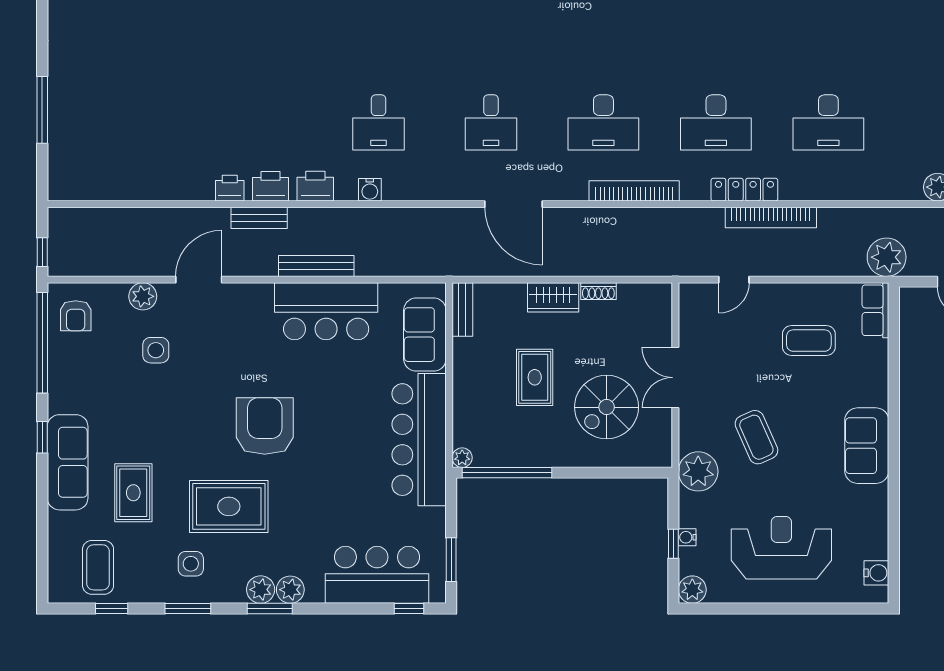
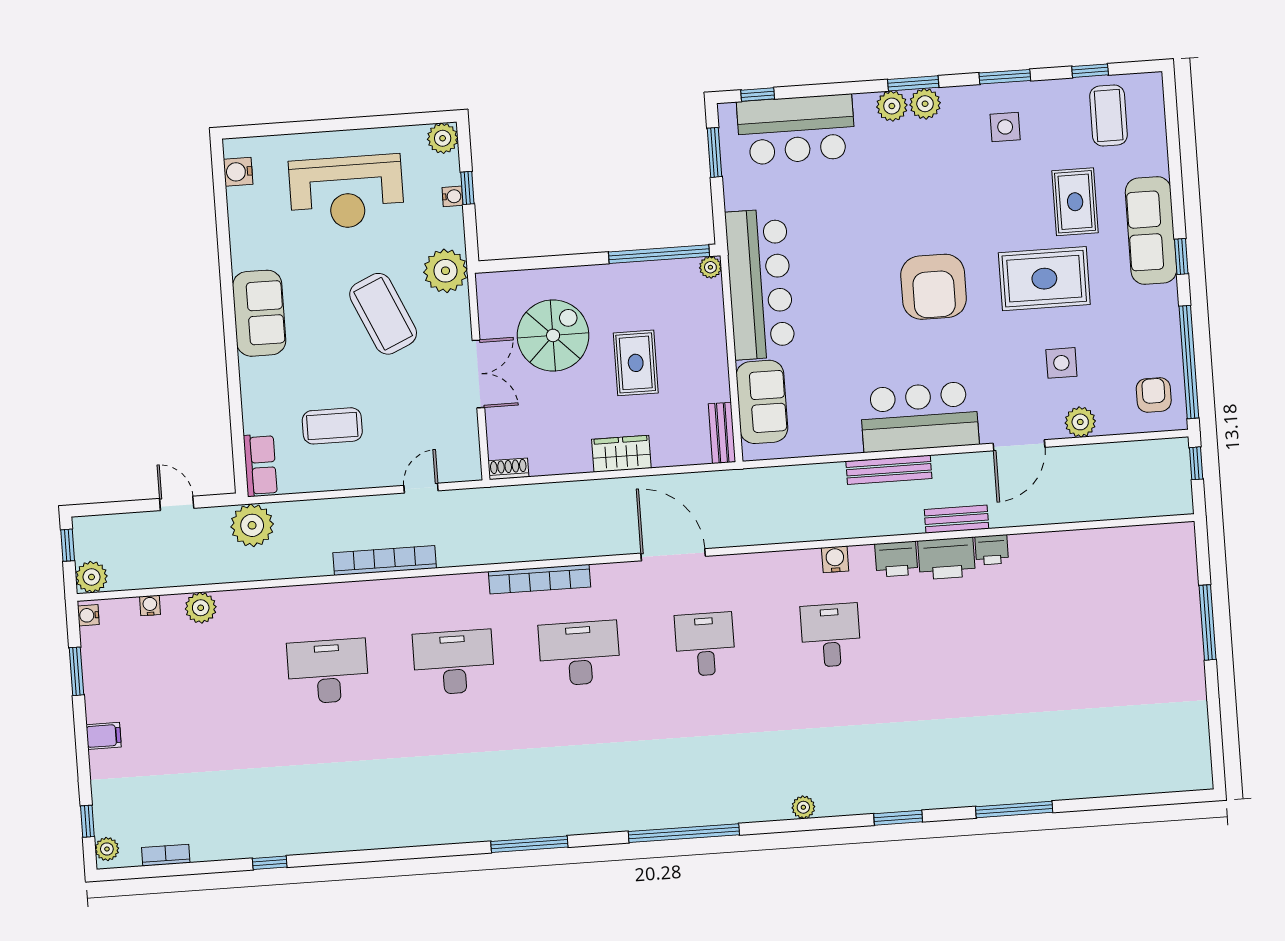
printer: (271, 186) -> (946, 558), width x1.37, depth x1.19
locker: (744, 190) -> (416, 589), removed
shoe rack: (598, 291) -> (508, 469), moved
bar counter: (326, 311) -> (919, 417), moved
coffee table: (756, 437) -> (383, 314), width x1.36, depth x1.32
rug: (229, 506) -> (1044, 279), moved

